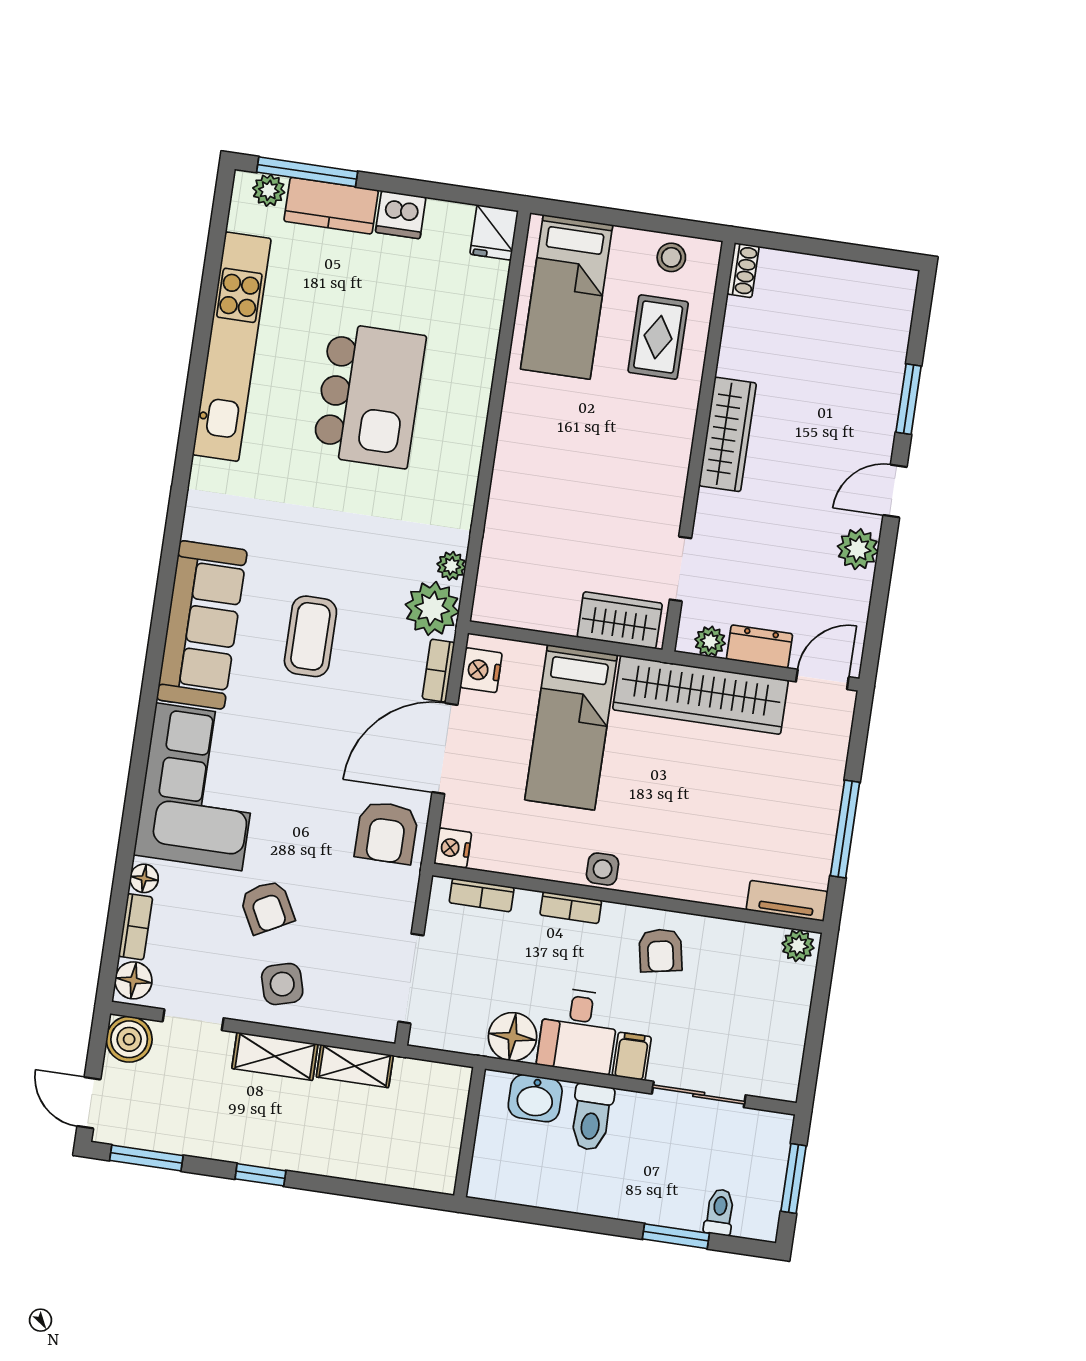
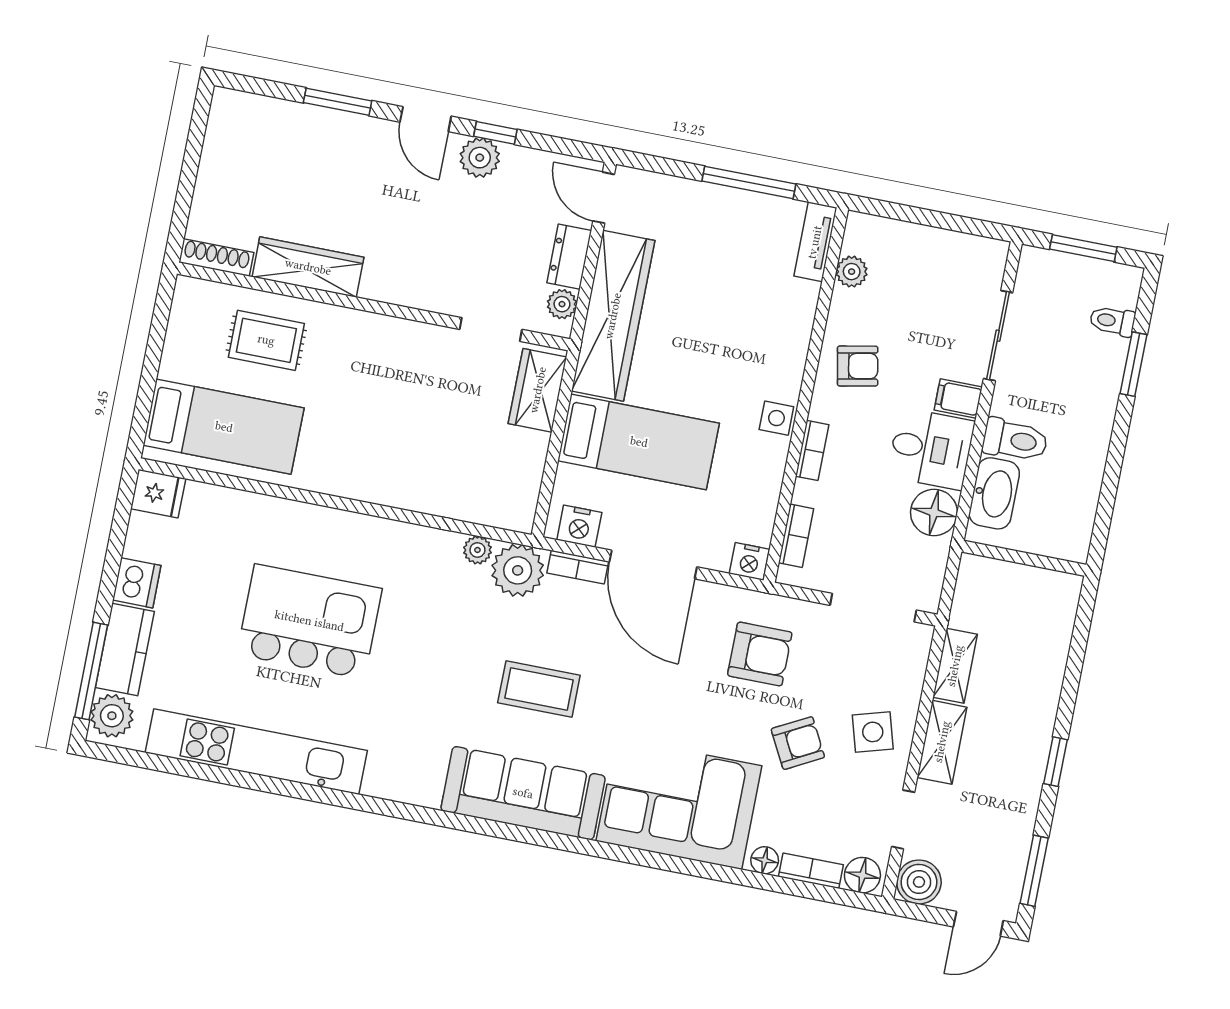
plant: (269, 190) -> (112, 716), width x1.38, depth x1.38
stool: (671, 257) -> (190, 324), removed
shoe rack: (743, 270) -> (216, 258), width x1.43
wardrobe: (728, 434) -> (308, 267), moved
window: (884, 564) -> (495, 133), added
armchair: (386, 832) -> (760, 654), moved
plant: (798, 946) -> (852, 272), moved
washbasin: (535, 1098) -> (994, 493), width x1.38

